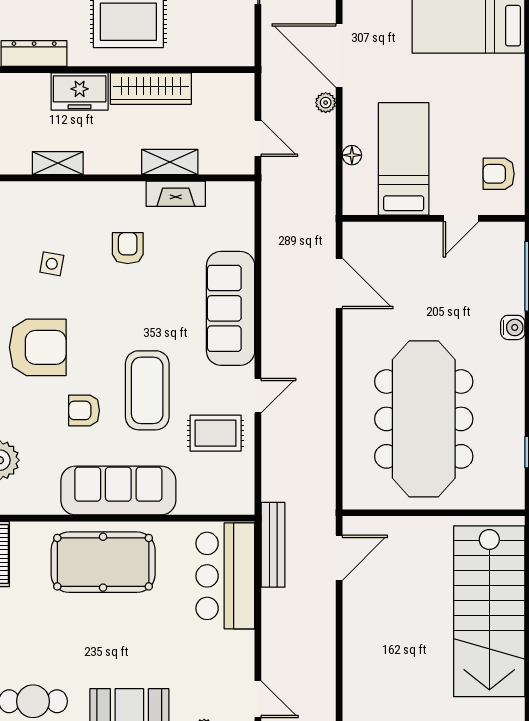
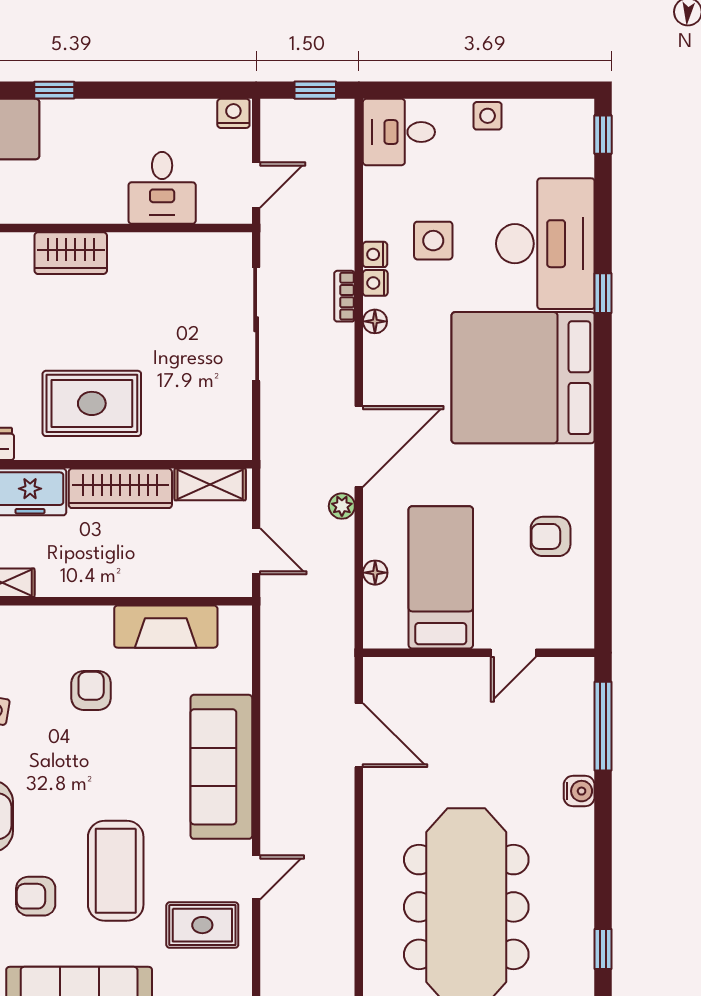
door: (339, 56) -> (359, 446), swing flipped
shelving: (170, 162) -> (210, 484), moved
armchair: (499, 174) -> (551, 536), moved
fireplace: (176, 194) -> (166, 627), width x1.37, depth x1.32

